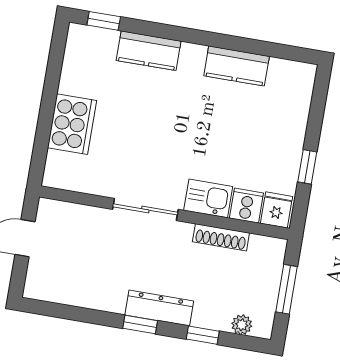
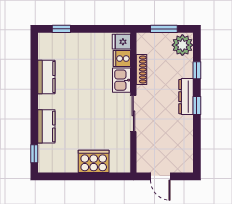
window: (307, 167) -> (61, 29), moved
plant: (242, 325) -> (182, 45), width x1.88, depth x1.88

